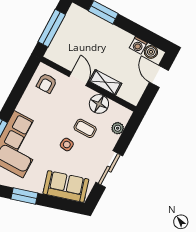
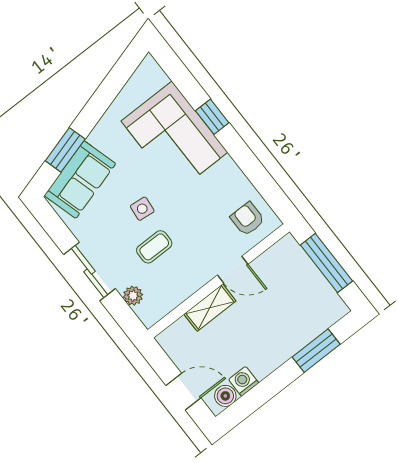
floor lamp: (99, 104) -> (182, 284), removed
sliding door: (109, 169) -> (90, 271), moved
window: (24, 196) -> (65, 150), moved

